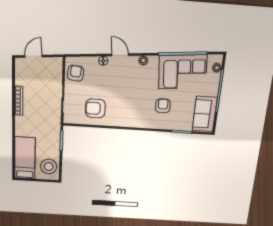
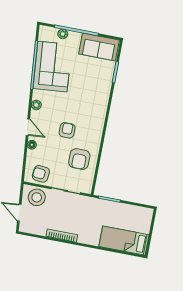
door: (120, 55) -> (28, 127), swing flipped
plant: (217, 68) -> (63, 34), moved
armchair: (163, 106) -> (67, 130), moved, turned 90
stool: (49, 167) -> (37, 197), moved

